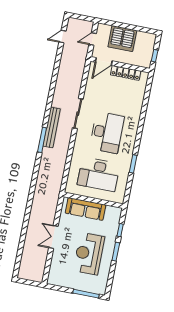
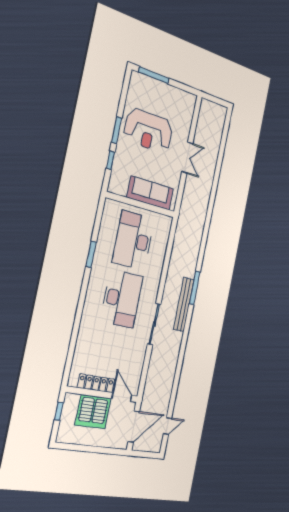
door: (93, 39) -> (134, 427), width x1.87
server rack: (122, 39) -> (93, 412), moved, turned 180
door: (104, 61) -> (122, 397), hinge flipped
desk: (107, 132) -> (122, 299), turned 180
desk: (98, 174) -> (134, 240), turned -90
reception desk: (89, 254) -> (148, 131), turned 90

